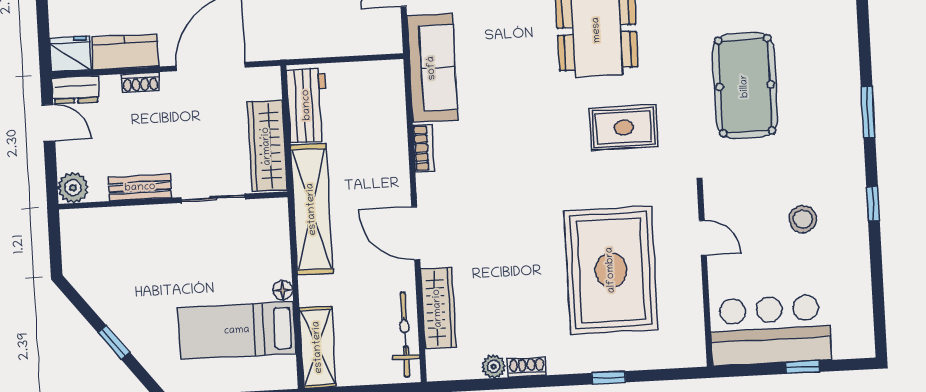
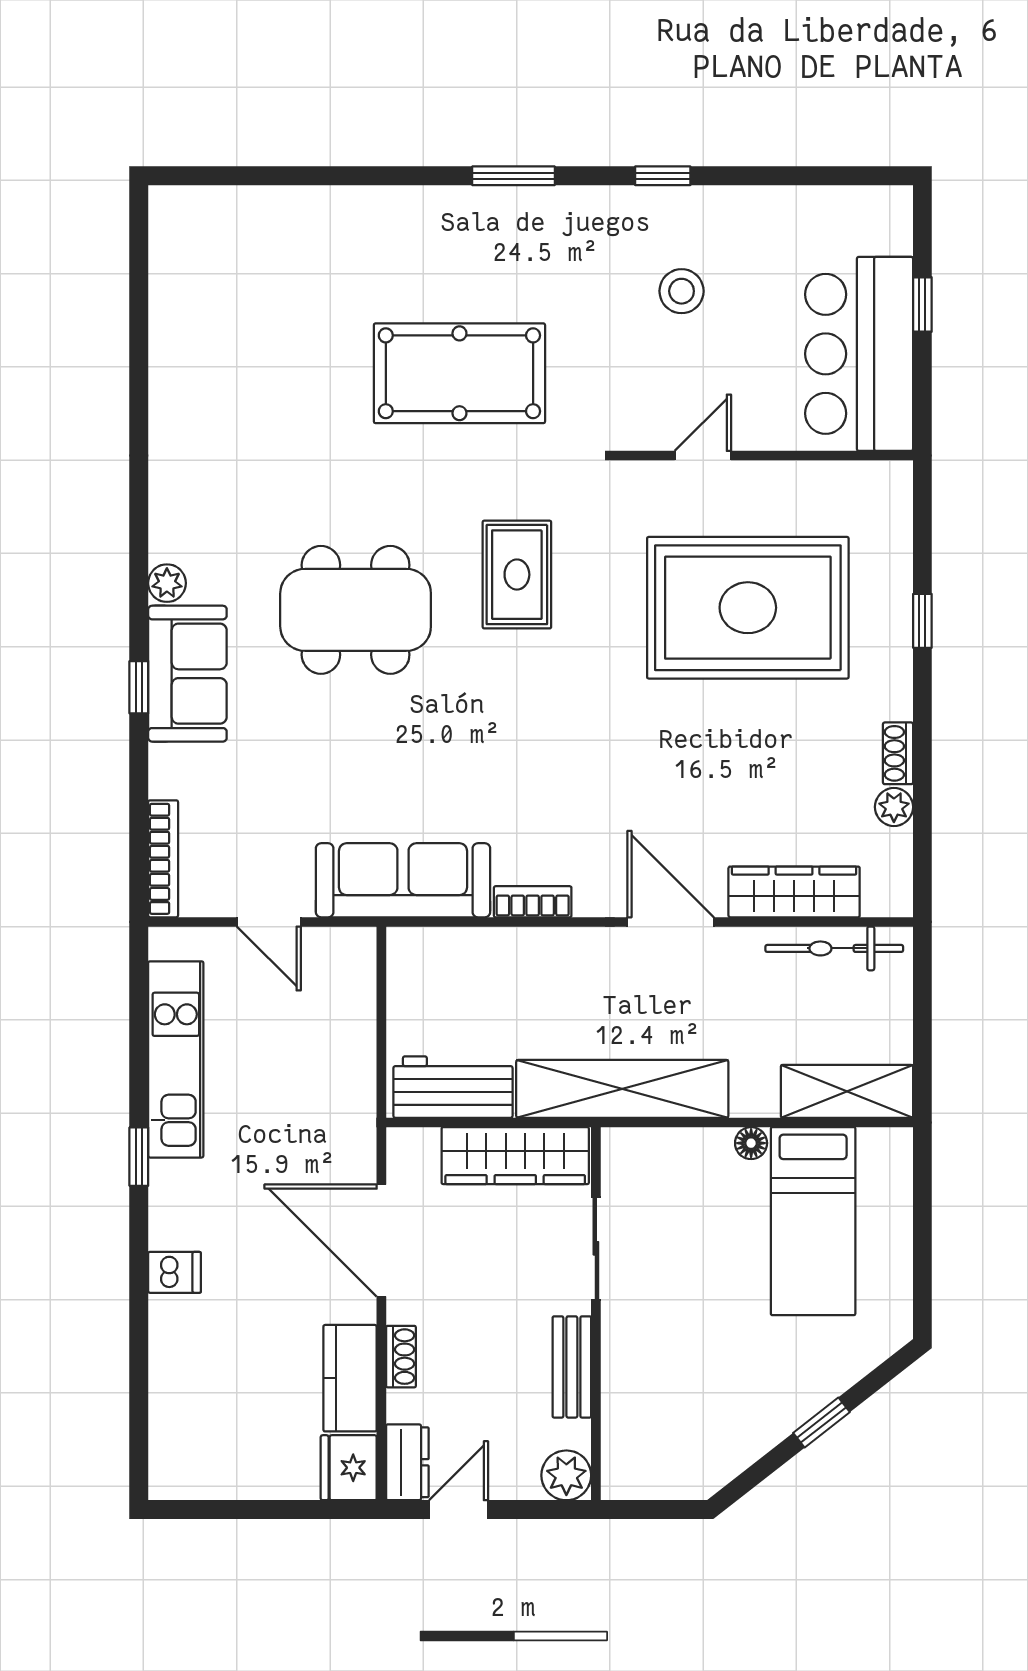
door: (416, 233) -> (671, 922), swing flipped

